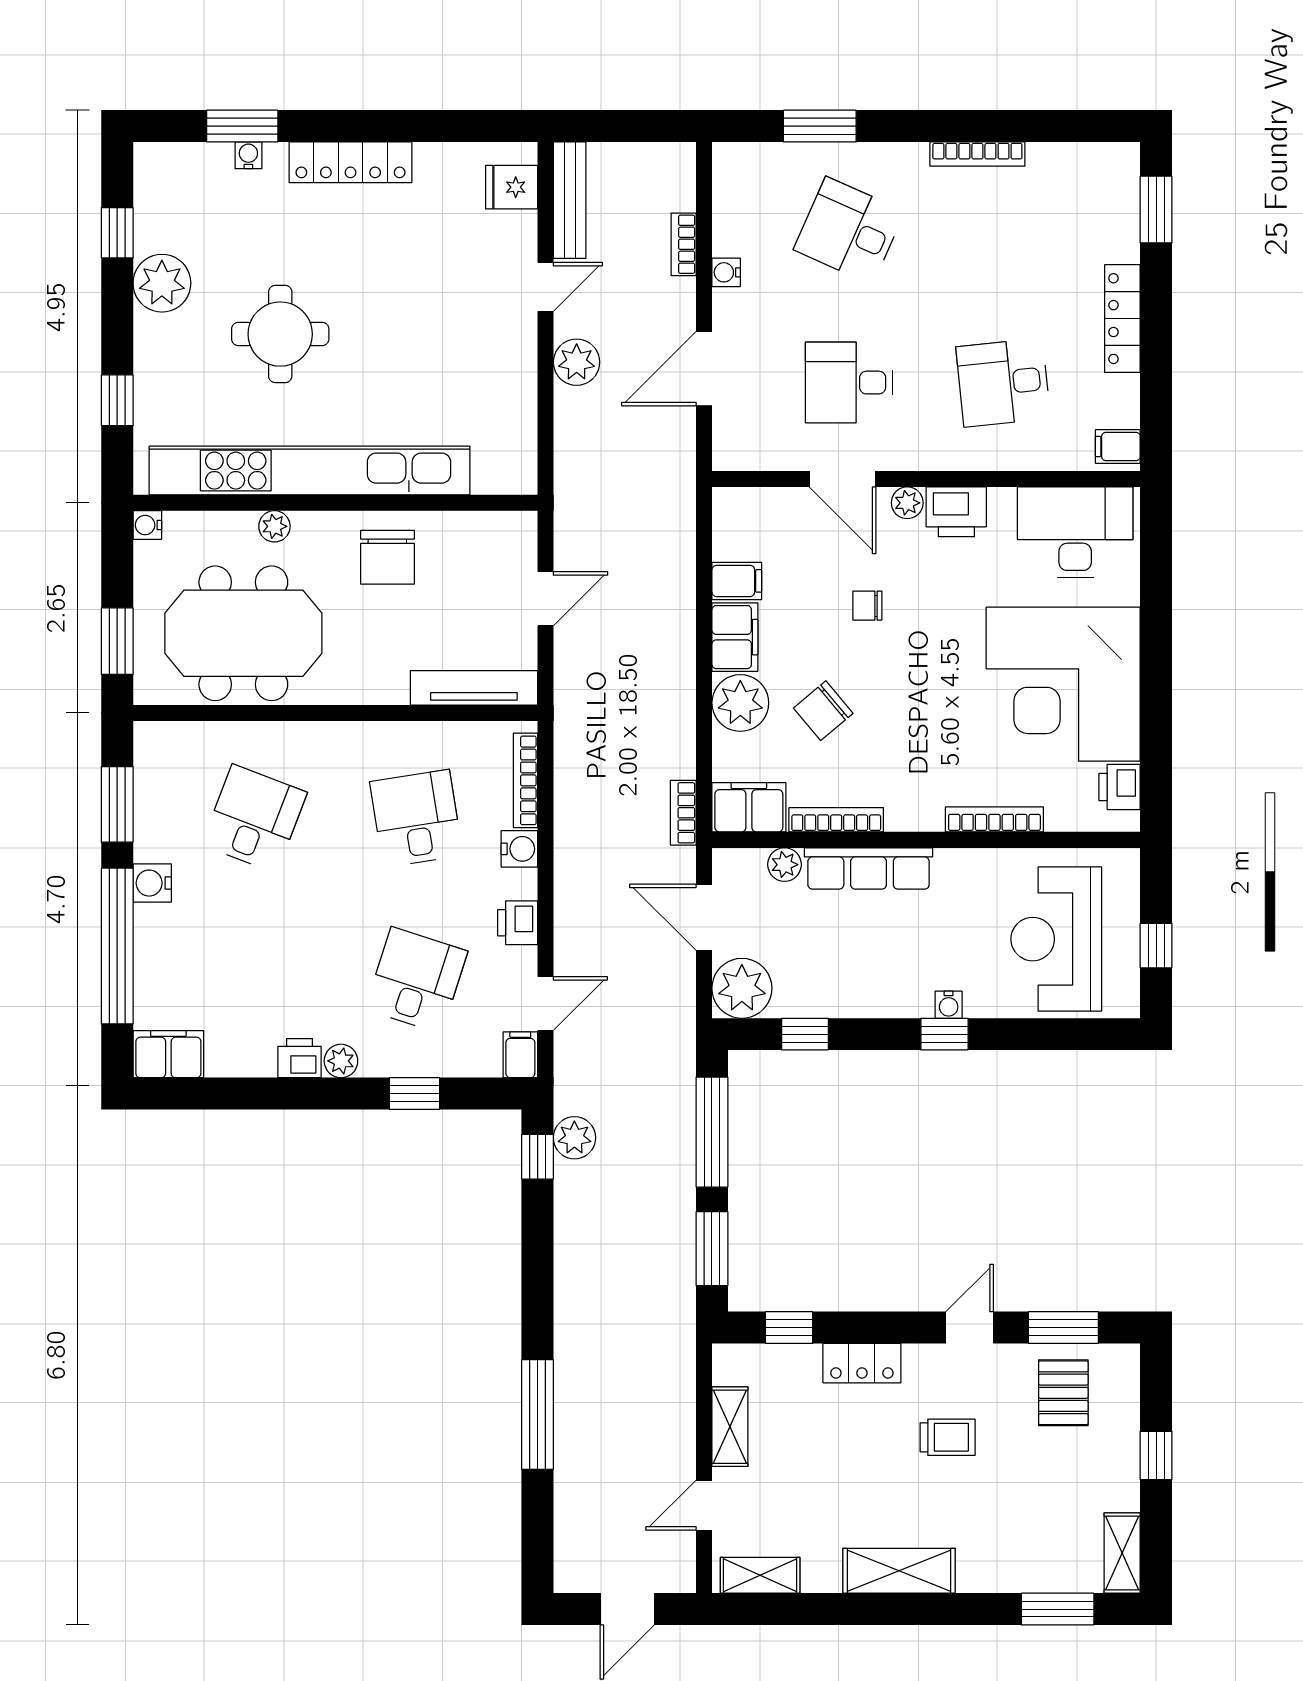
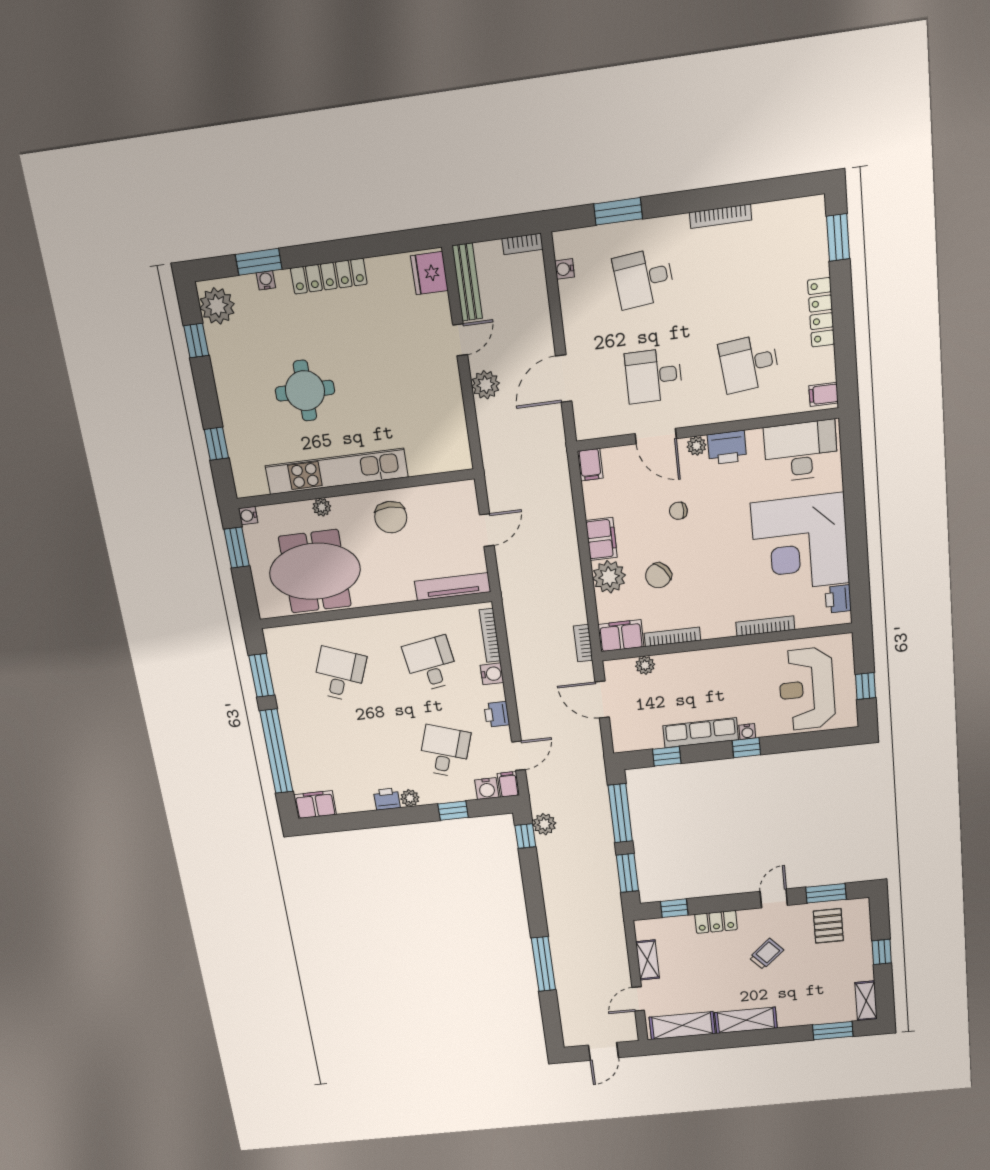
fridge: (512, 187) -> (429, 273), width x1.38
desk: (849, 230) -> (644, 278), turned -30
bookcase: (684, 244) -> (523, 244), moved, turned -90
water cooler: (726, 272) -> (565, 269), moved
plant: (162, 283) -> (217, 306), moved
kitchen unit: (310, 471) -> (337, 471), width x0.73
filing cabinet: (737, 581) -> (590, 465), moved, turned 90
window: (117, 641) -> (237, 548), moved
row of seats: (869, 868) -> (701, 733), moved, turned 180
water cooler: (152, 883) -> (487, 789), moved, turned -90
plant: (742, 988) -> (628, 736), removed
trolley: (948, 1437) -> (766, 954), turned -42
shelving: (760, 1575) -> (682, 1026), width x1.50, depth x1.33

